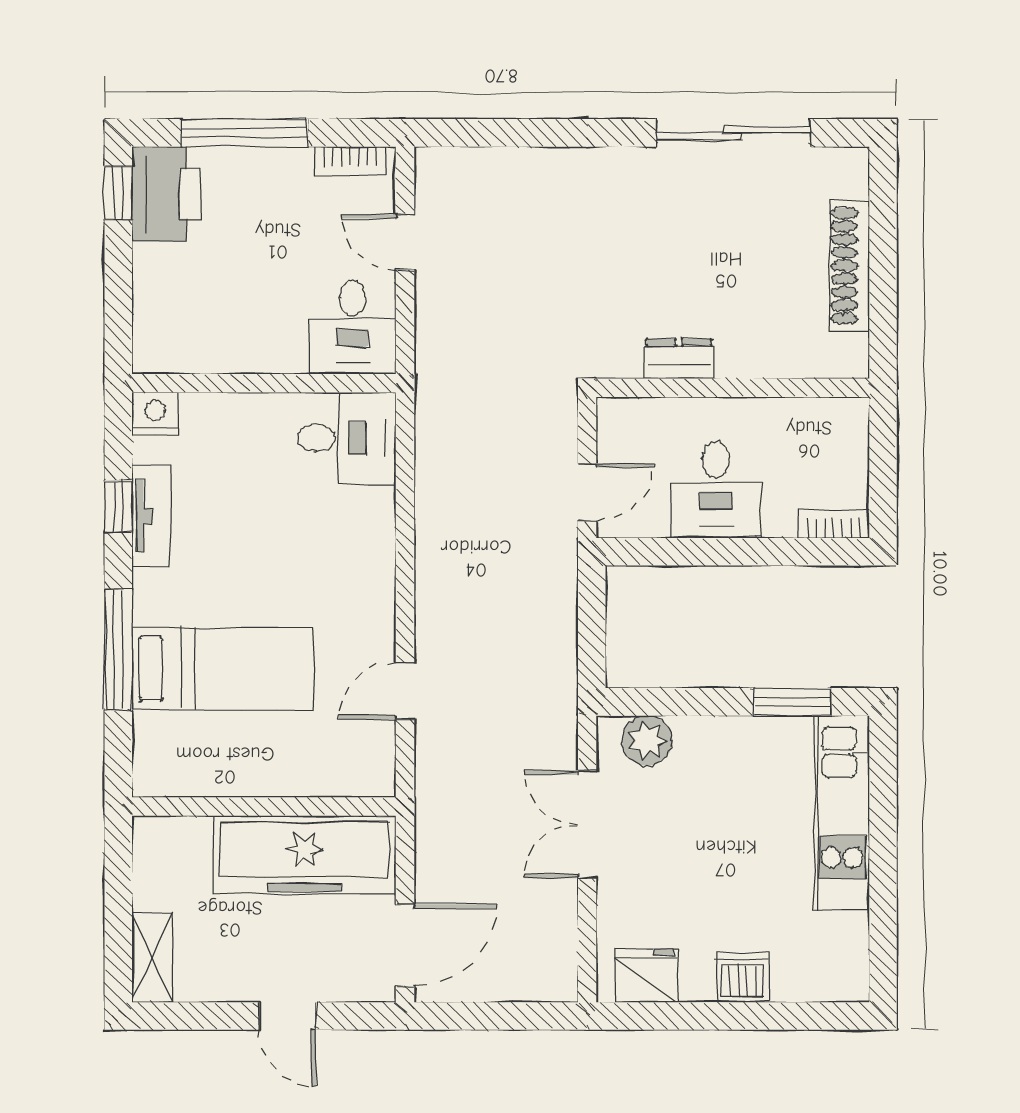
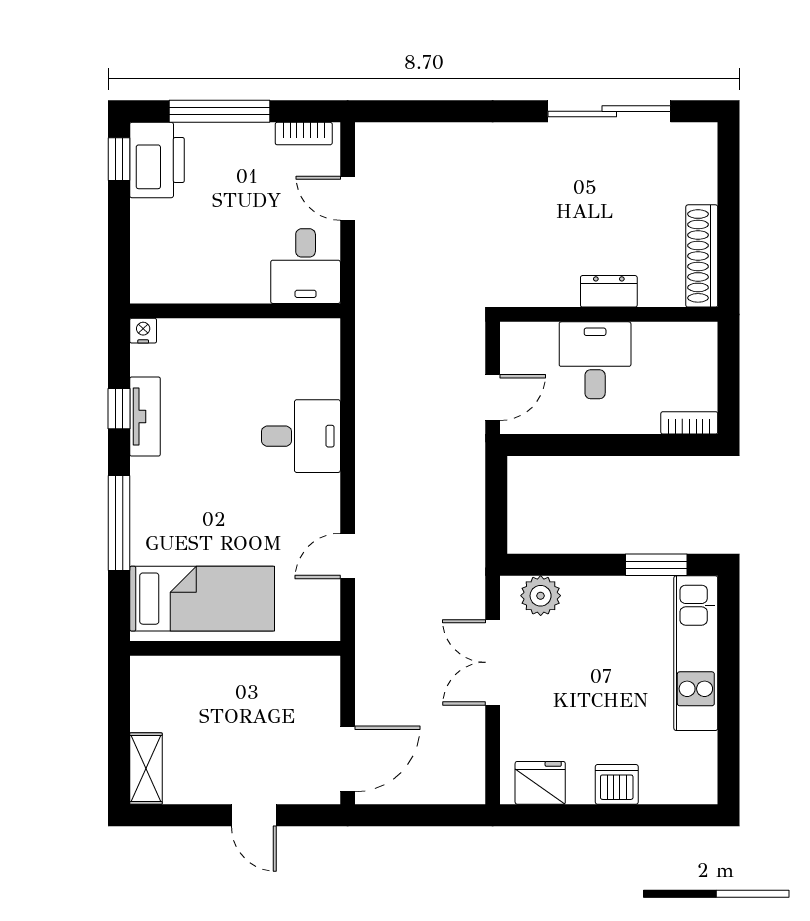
shoe rack: (849, 266) -> (702, 256), moved
dresser: (679, 359) -> (609, 291), moved
nightstand: (155, 414) -> (143, 331), width x0.72, depth x0.74
desk: (347, 438) -> (301, 436), moved
desk: (716, 490) -> (595, 360), moved, turned 180
bed: (223, 669) -> (202, 599), moved
freezer: (304, 855) -> (267, 687), removed

